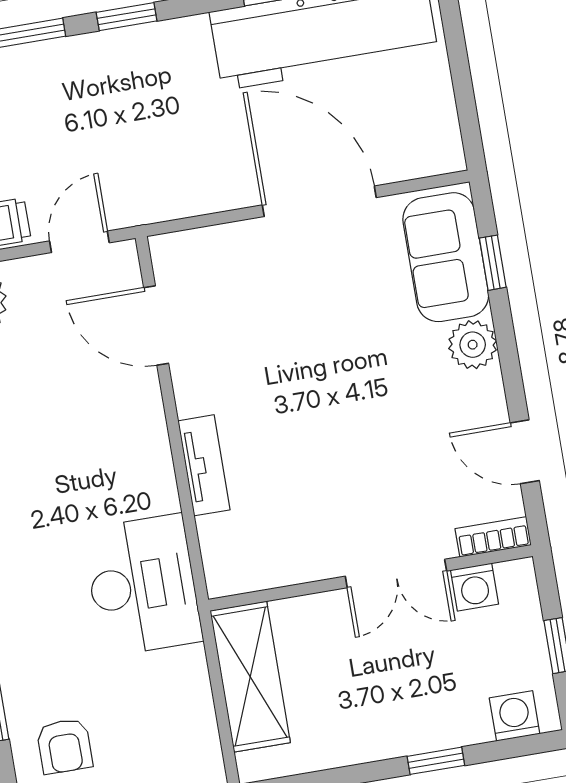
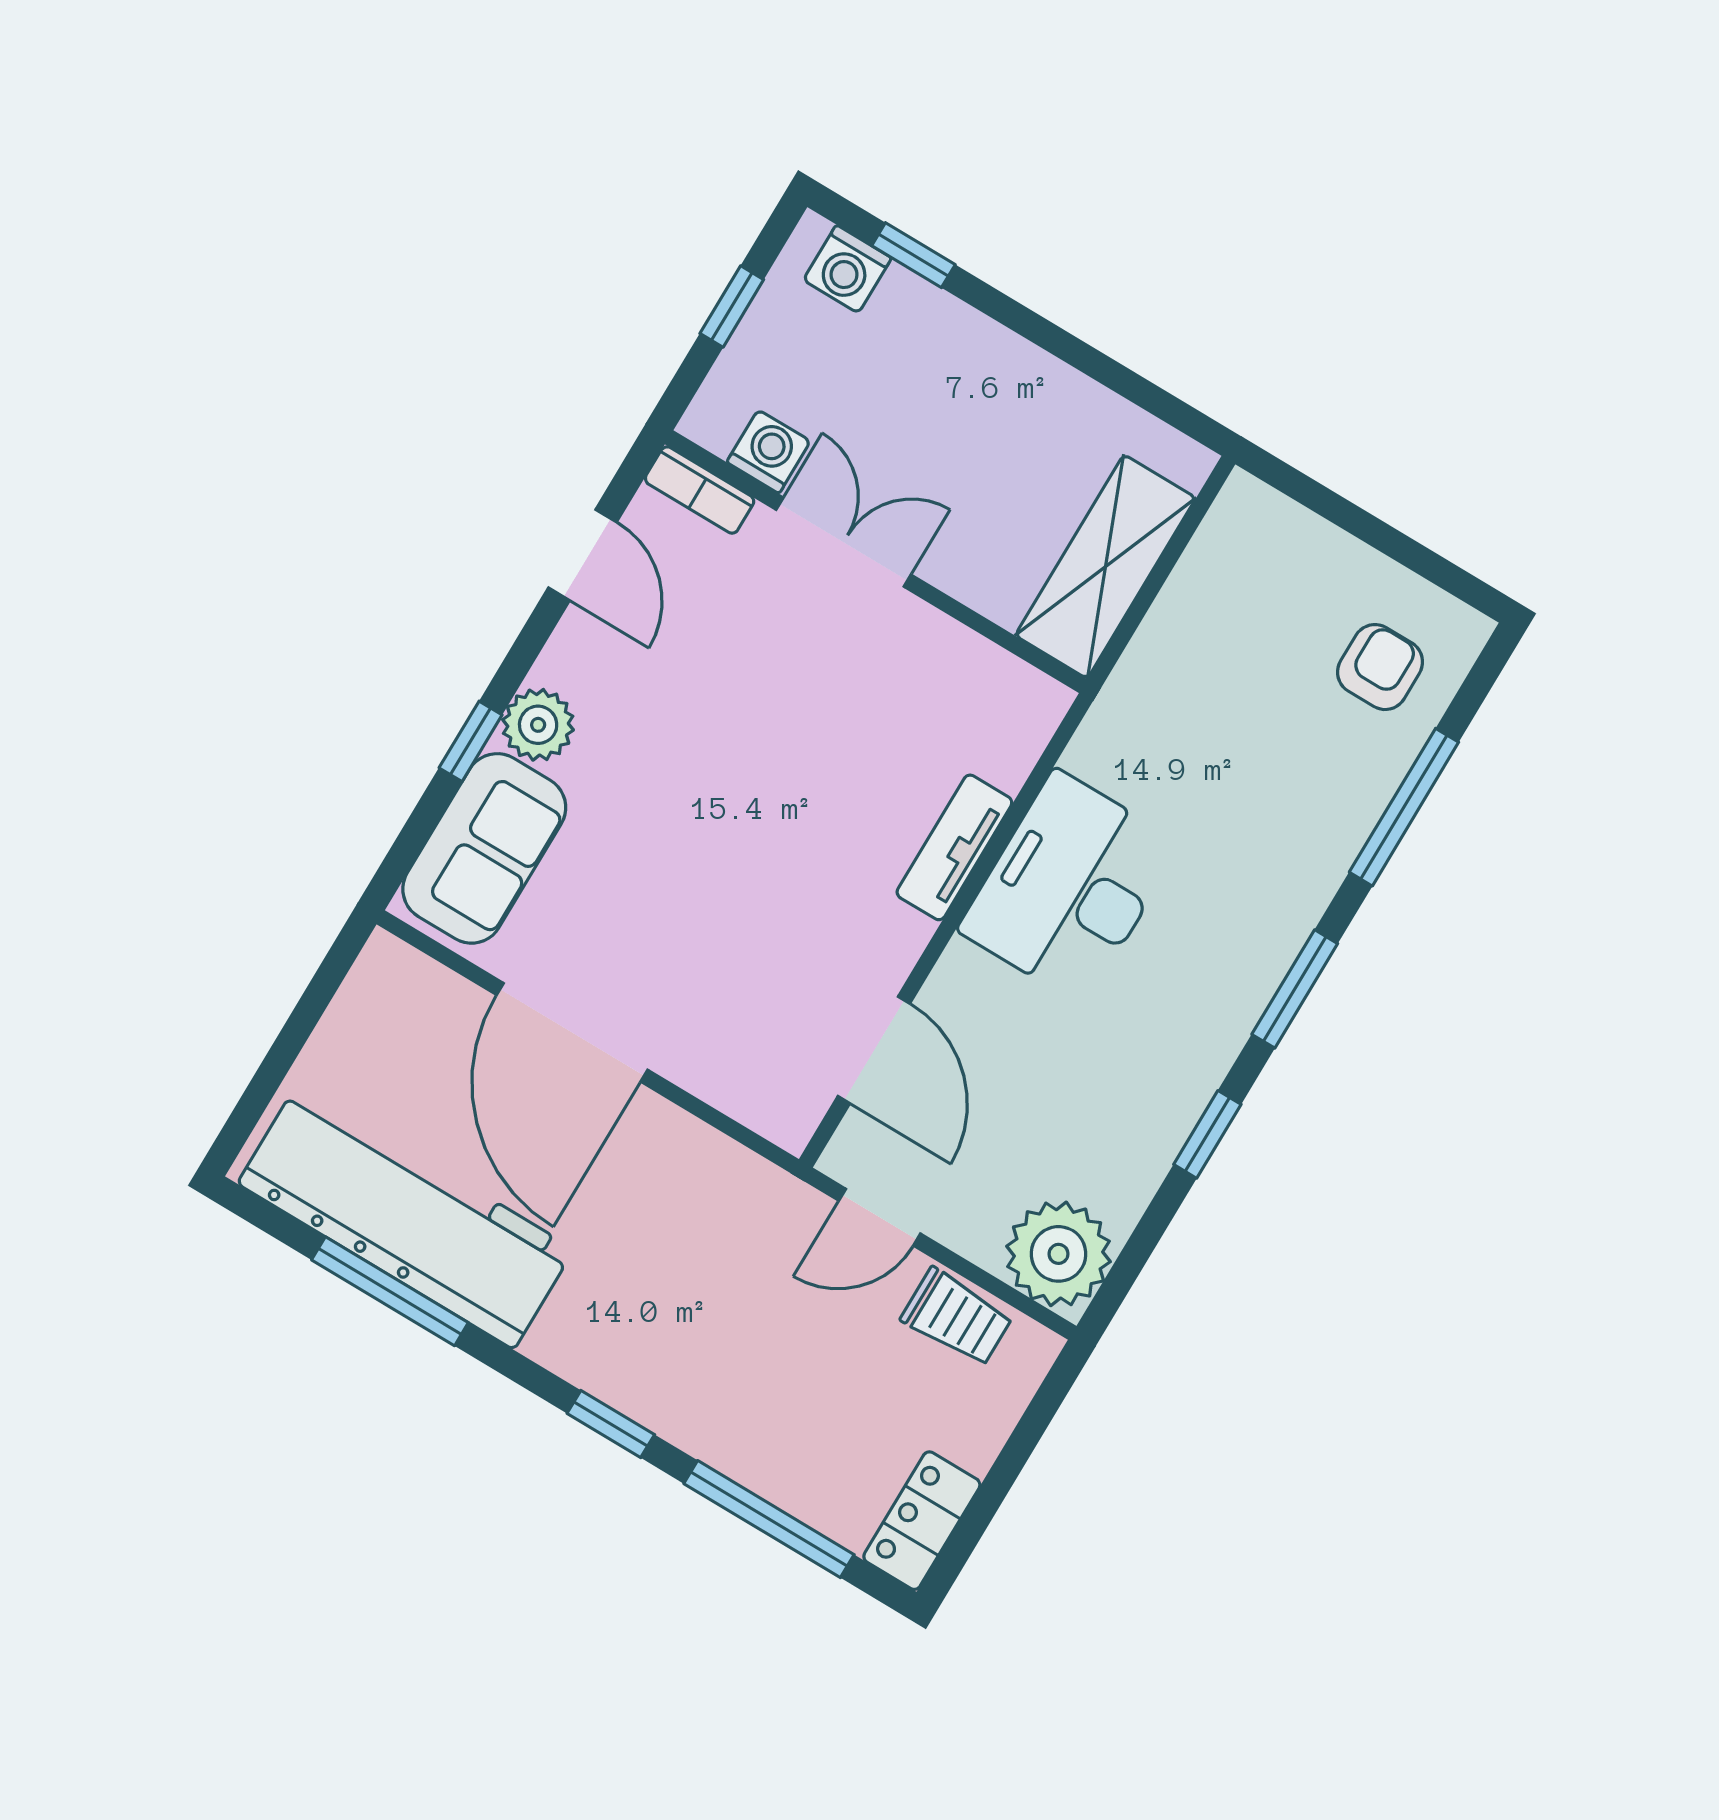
window: (493, 263) -> (471, 741), moved
desk: (143, 585) -> (1069, 887), moved
window: (436, 761) -> (913, 255), moved

